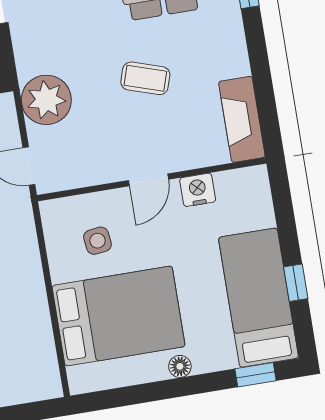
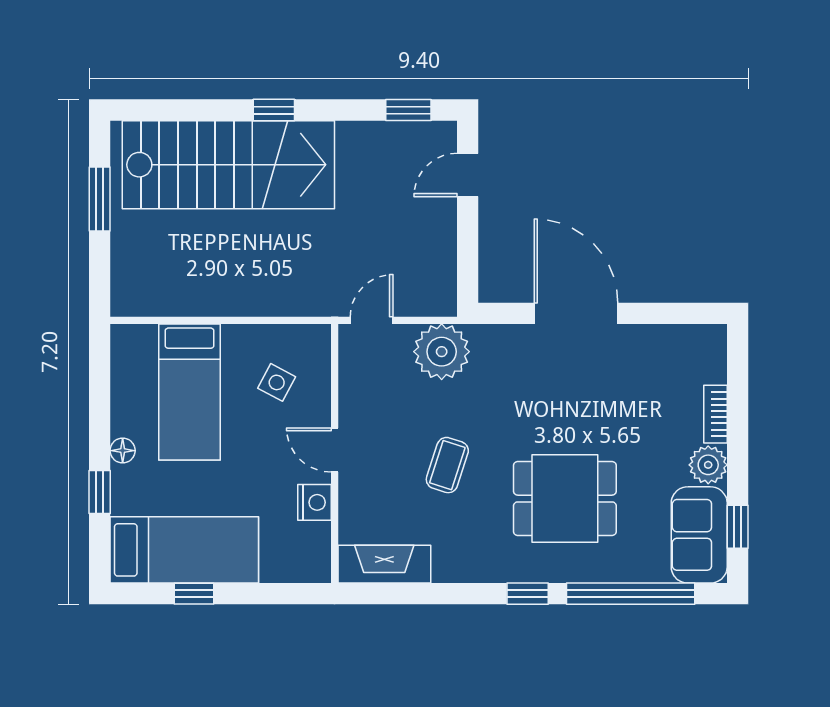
side table: (97, 241) -> (277, 382), turned 35
bed: (119, 316) -> (190, 392), width x0.67
window: (255, 375) -> (100, 492), moved

